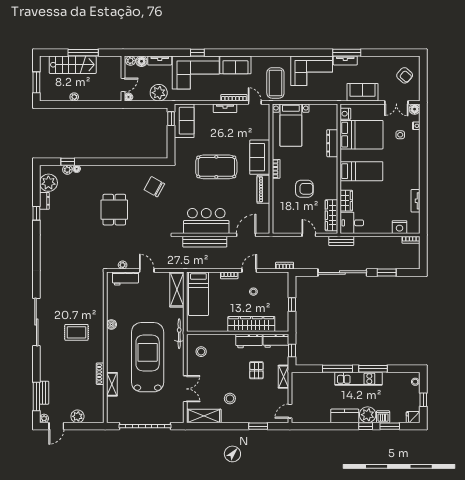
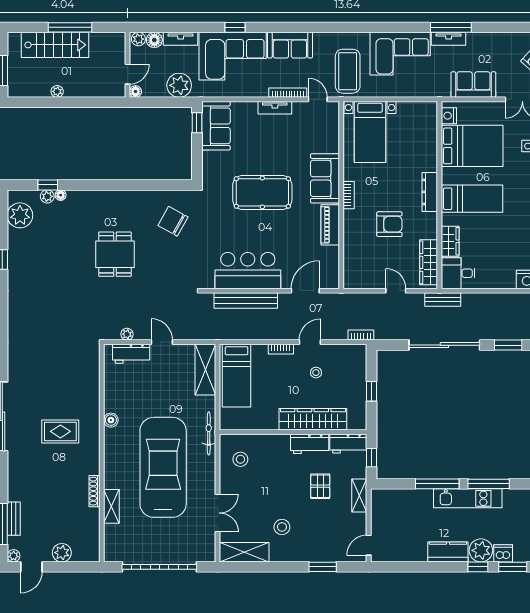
dresser: (332, 143) -> (430, 192), moved
dresser: (44, 201) -> (14, 241), removed

